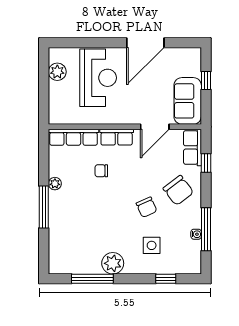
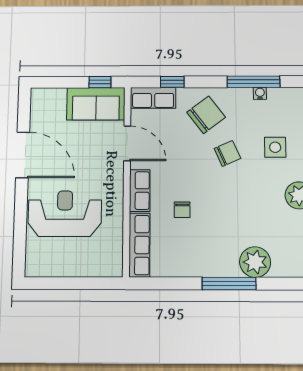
plant: (57, 72) -> (56, 266), removed
window: (206, 80) -> (100, 82), moved
plant: (55, 184) -> (255, 262), moved, width x1.88, depth x1.88

